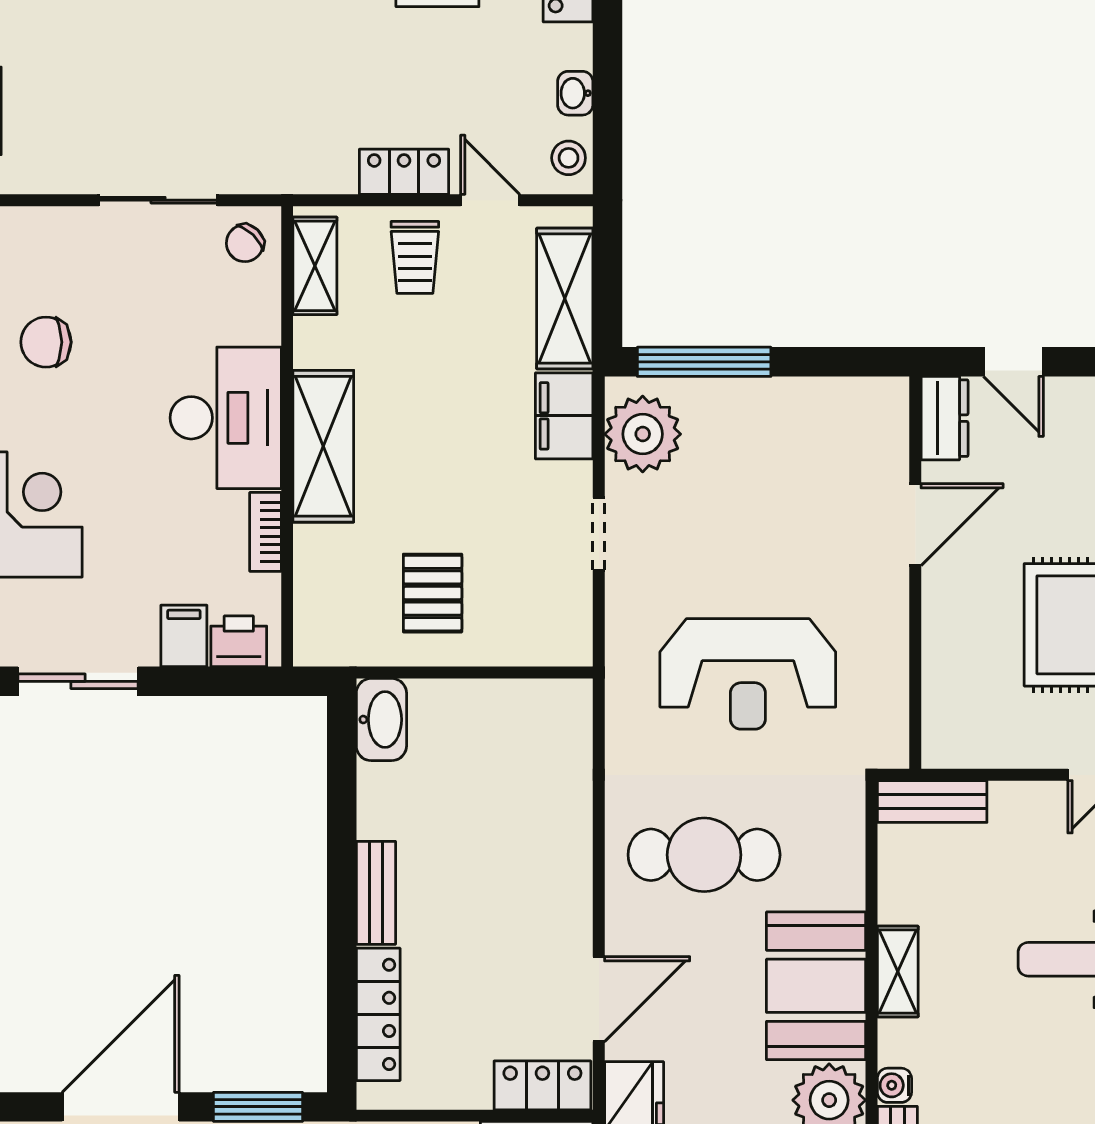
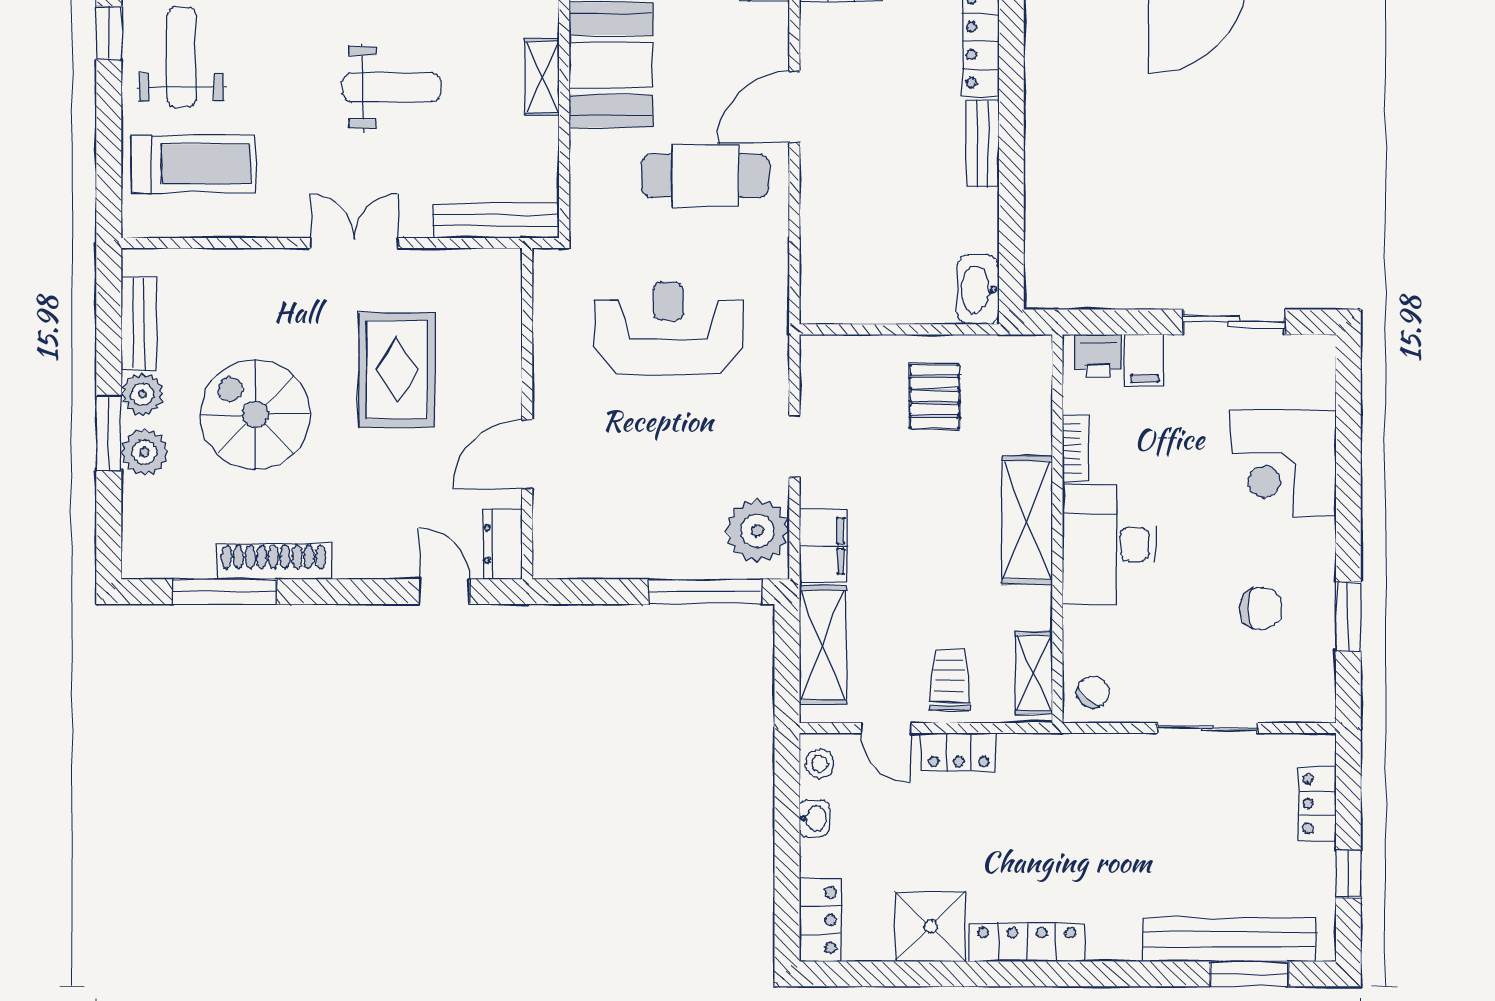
sliding door: (158, 200) -> (1207, 728), moved
bench: (932, 802) -> (496, 220), width x1.36
door: (599, 999) -> (794, 107), moved

